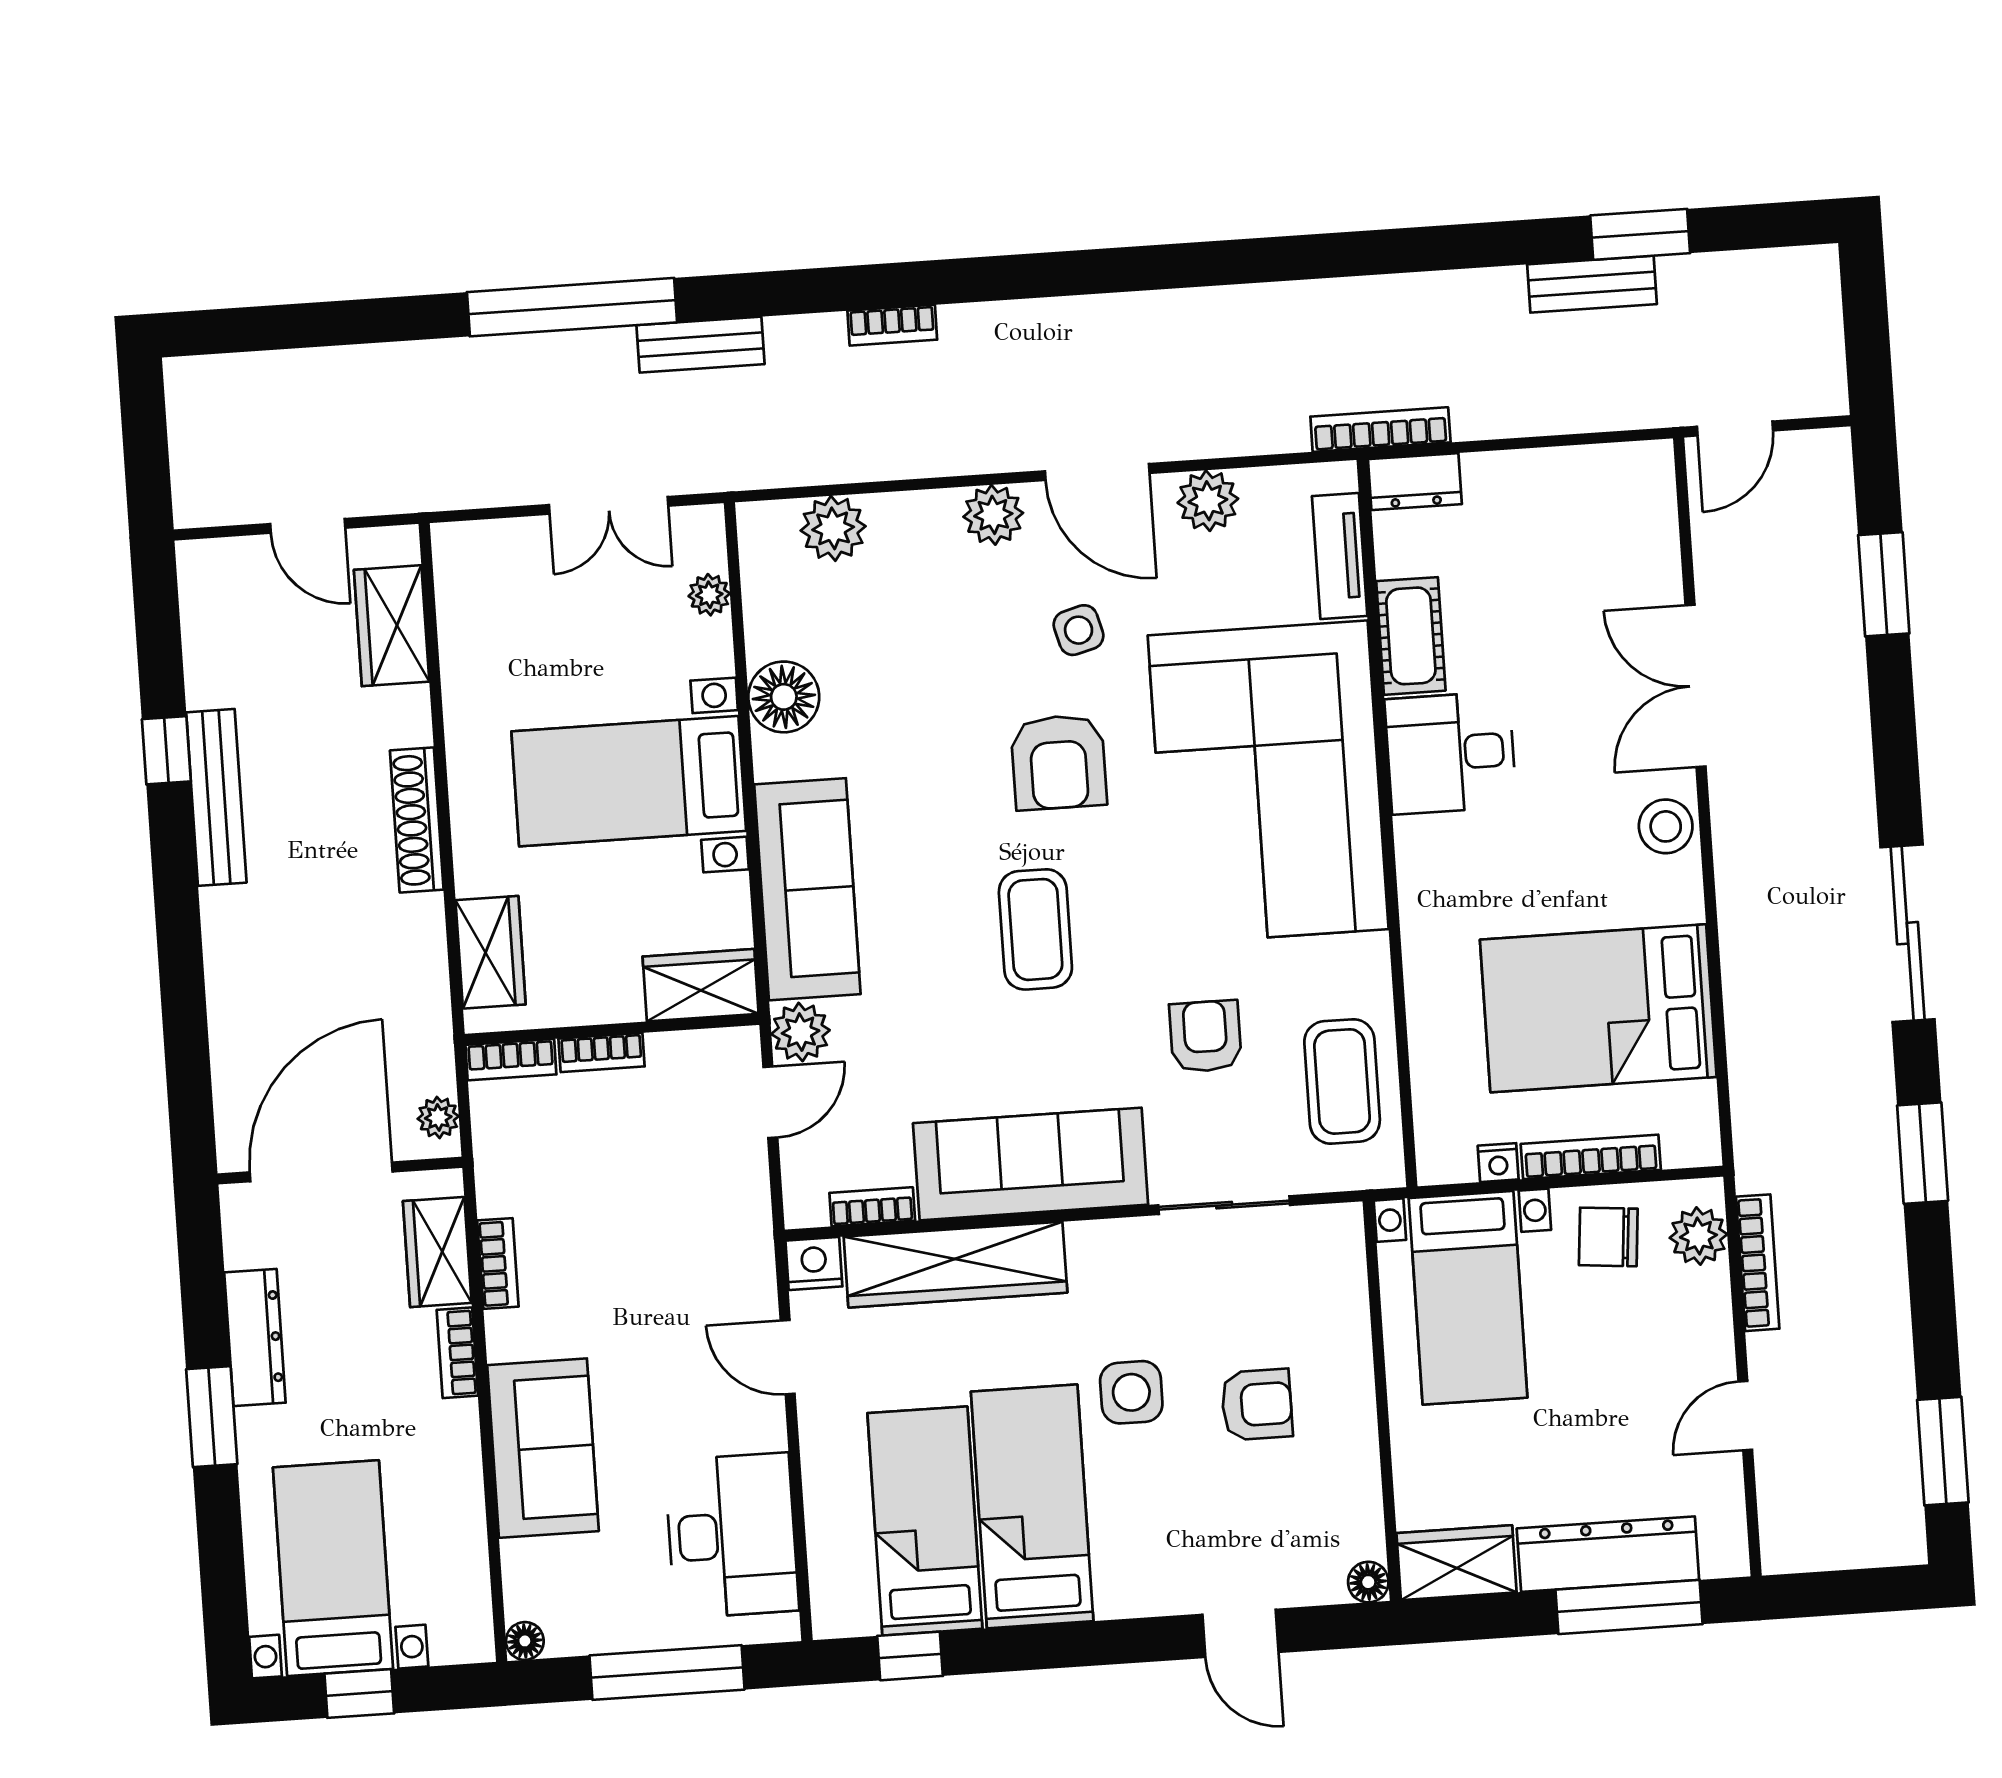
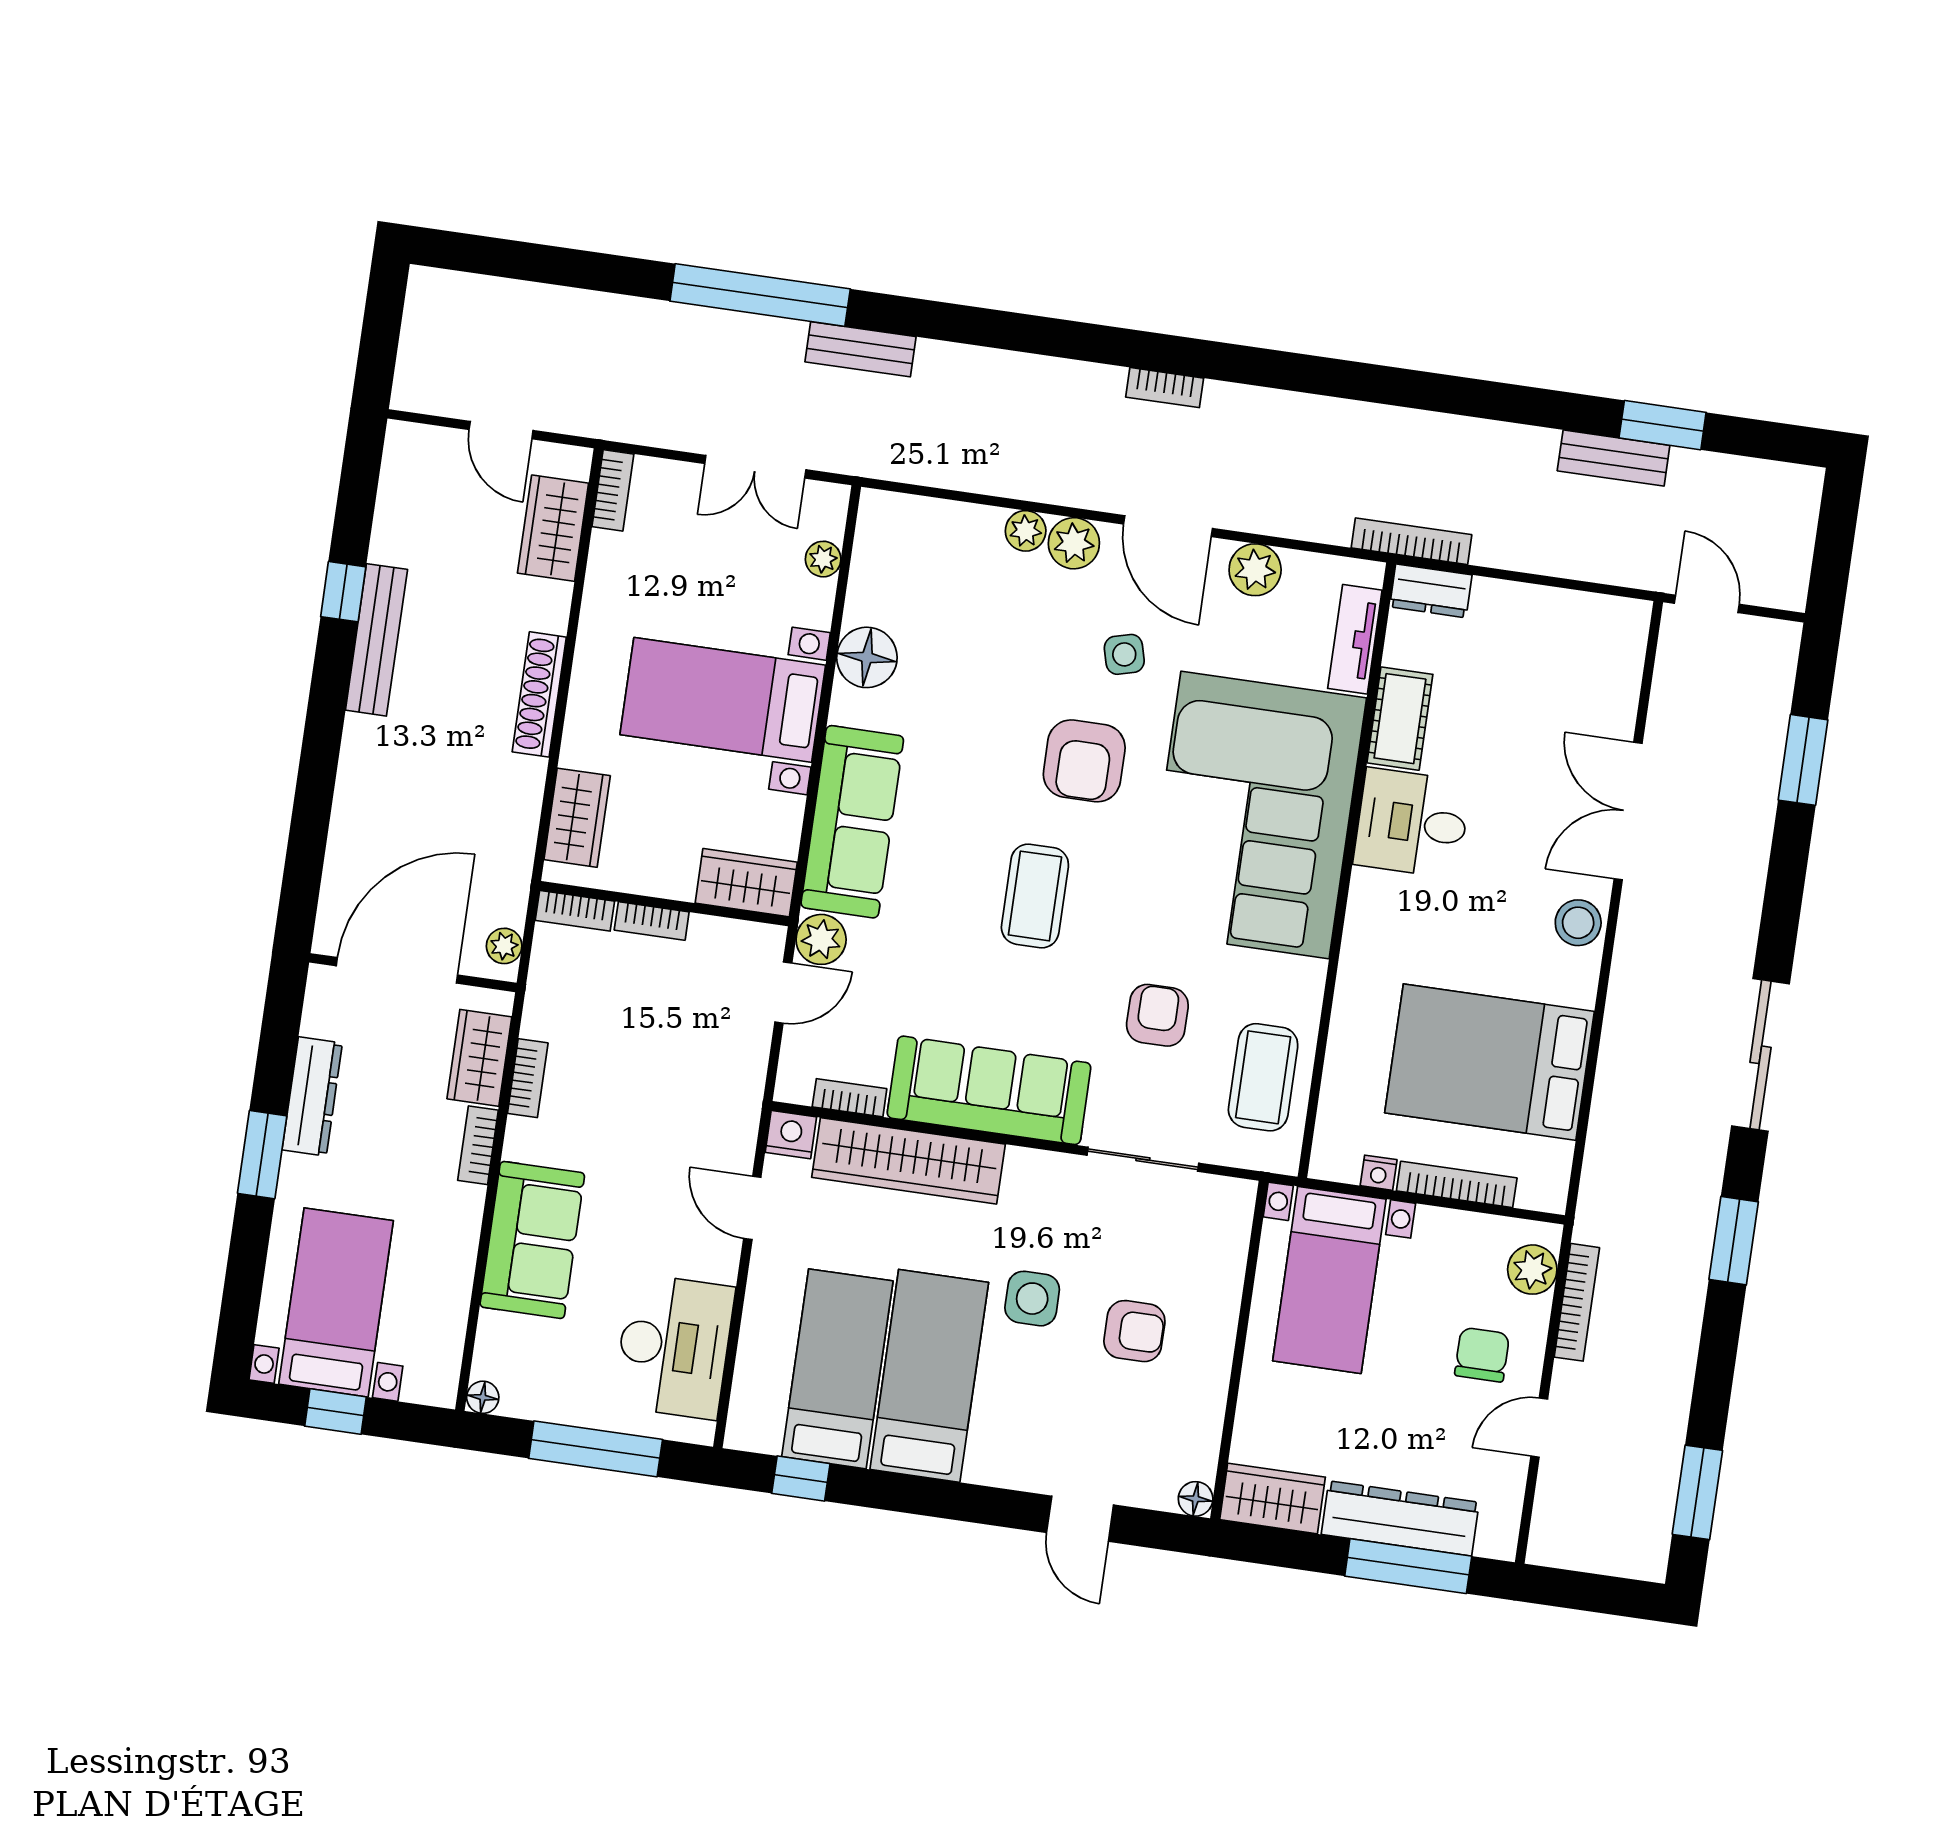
bookcase: (892, 325) -> (1165, 388), moved
door: (1735, 429) -> (1707, 604), swing flipped
plant: (833, 528) -> (1026, 531), moved, width x0.73, depth x0.73
bookcase: (451, 568) -> (613, 490), added
chair: (1608, 1237) -> (1482, 1355), moved, turned 85

